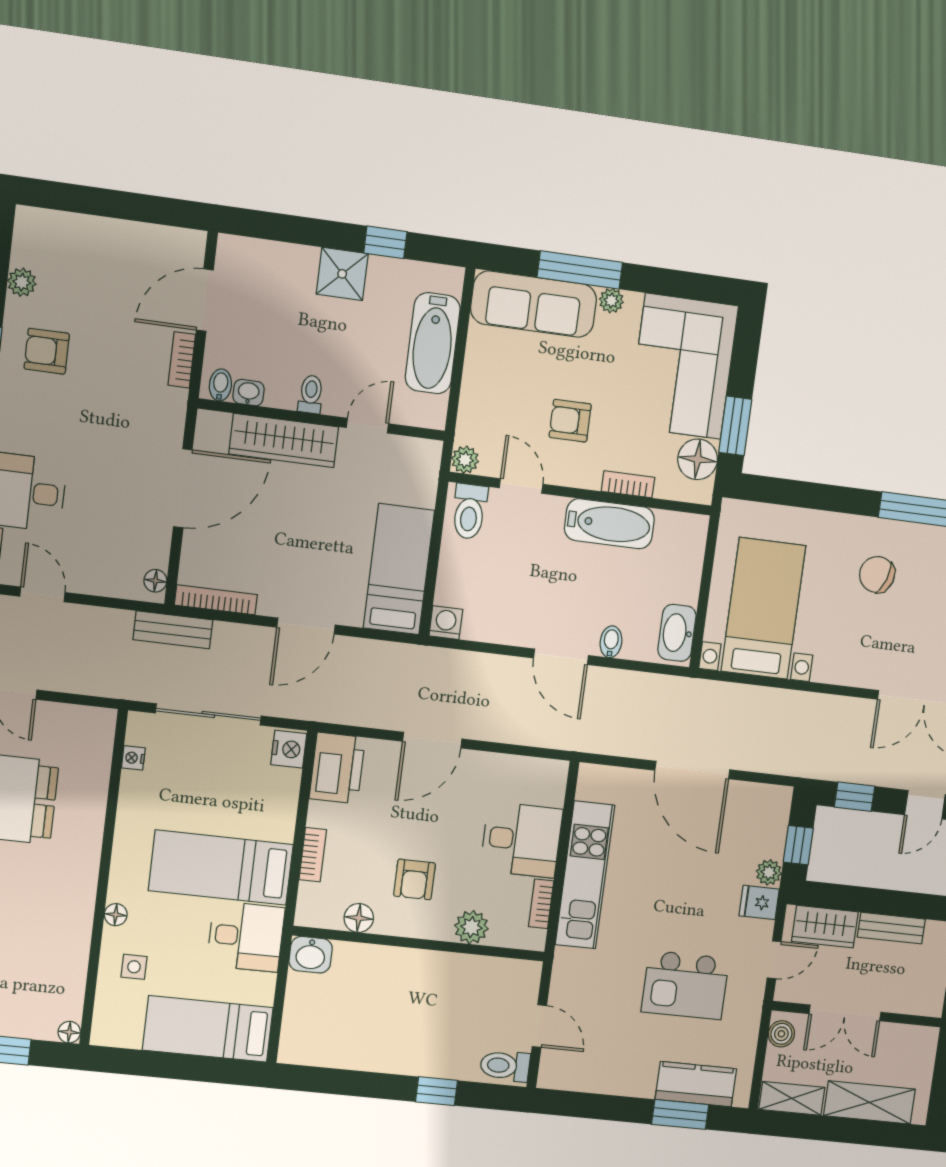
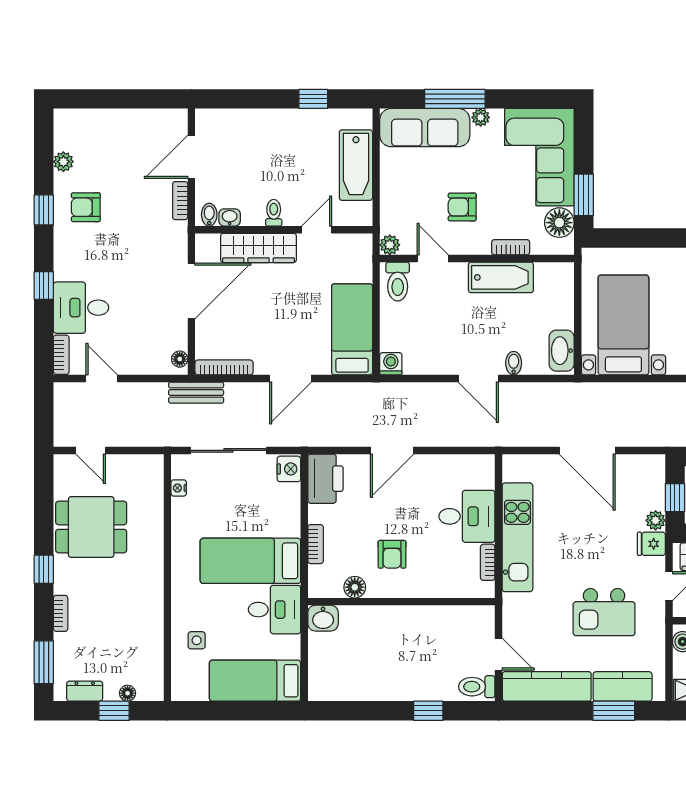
shower: (342, 274) -> (286, 125), removed
floor lamp: (116, 915) -> (179, 603), removed
plant: (471, 927) -> (438, 585), removed
floor lamp: (69, 1032) -> (128, 693), moved
kitchen counter: (597, 1074) -> (547, 686), added

